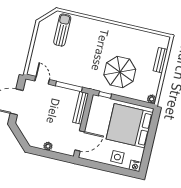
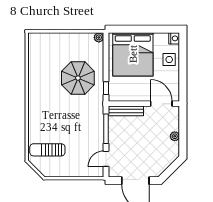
bench: (160, 60) -> (55, 38), removed

